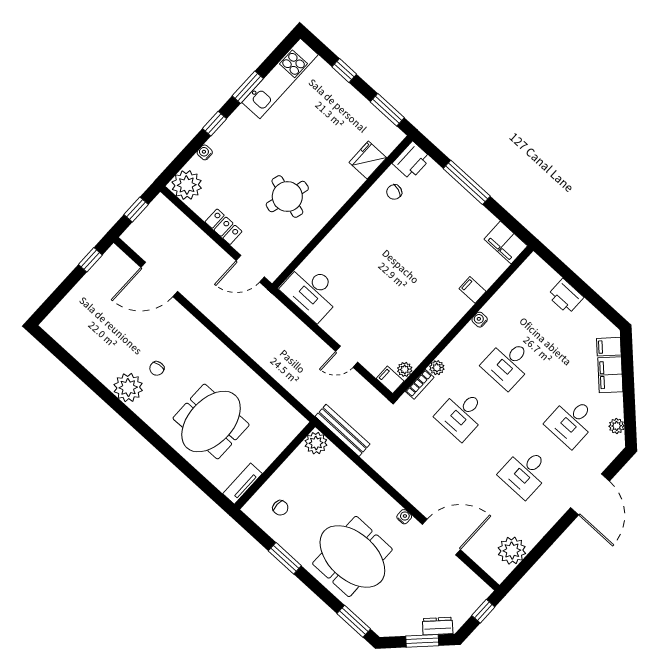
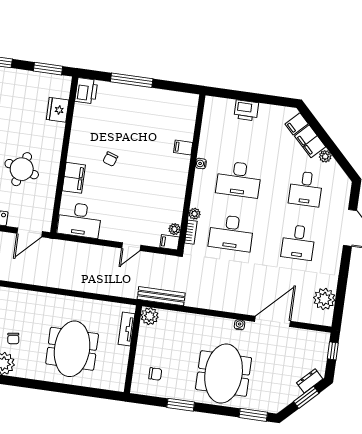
chair: (394, 192) -> (110, 159), moved
filing cabinet: (506, 242) -> (74, 178), moved, turned -90
desk: (508, 363) -> (239, 179), width x1.37
desk: (462, 414) -> (231, 233), width x1.37
plant: (617, 426) -> (325, 156), moved
tv unit: (242, 484) -> (126, 329), moved
meeting table: (352, 556) -> (224, 374), turned 90

